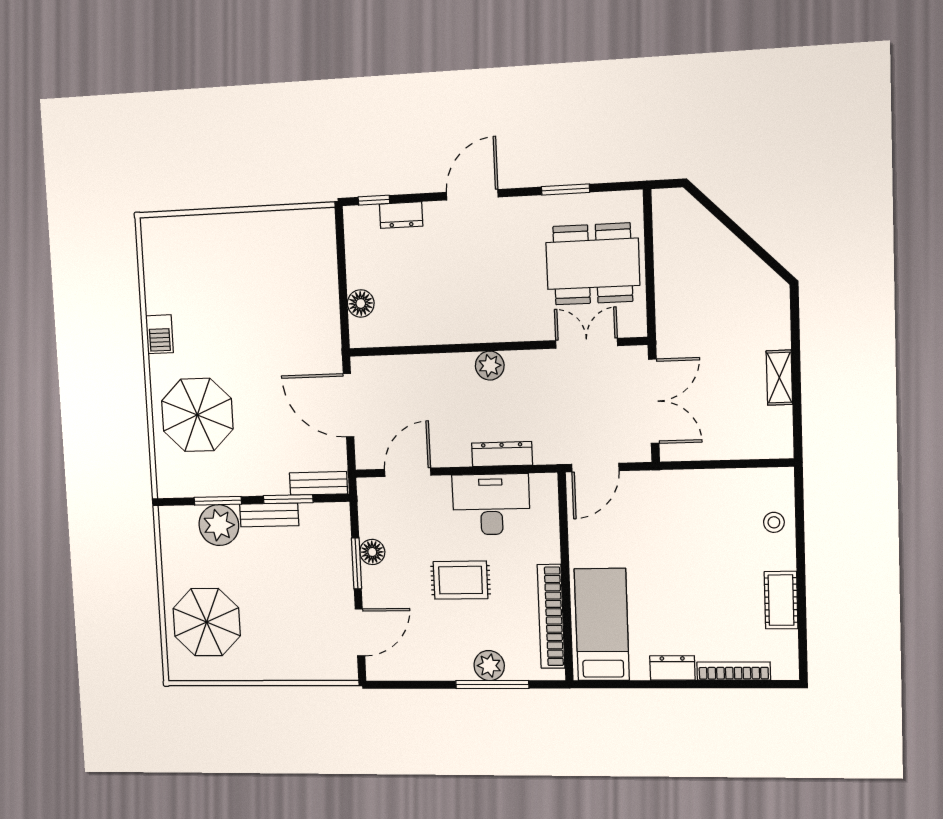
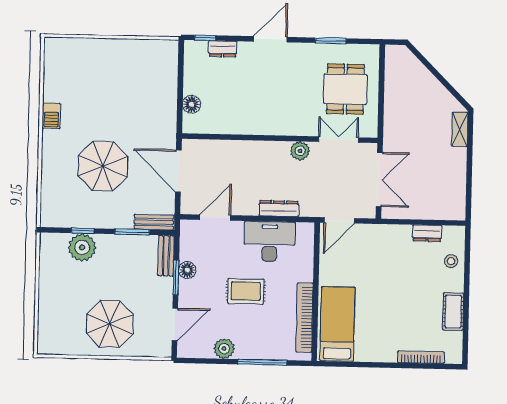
dining table: (593, 264) -> (345, 89), width x0.73
plant: (490, 366) -> (300, 151), moved
shelving: (779, 378) -> (460, 129), moved
parasol: (197, 415) -> (103, 166), moved
window: (218, 501) -> (83, 231), width x0.67
bench: (269, 515) -> (166, 256), moved, turned 90
parasol: (207, 622) -> (110, 324), moved
plant: (489, 666) -> (224, 349), moved
dresser: (672, 668) -> (427, 233), moved, turned 180

